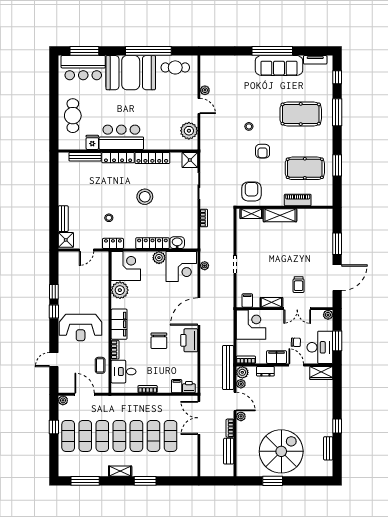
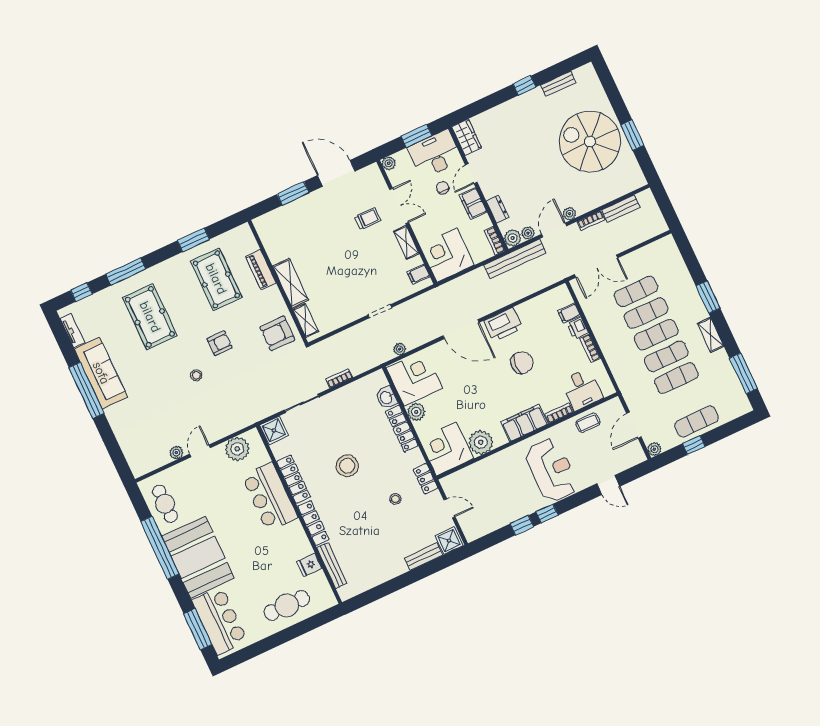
bar counter: (121, 137) -> (270, 497), moved
printer: (189, 387) -> (578, 328), moved
exercise mat: (85, 436) -> (686, 400), removed

